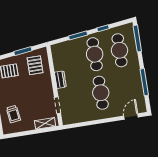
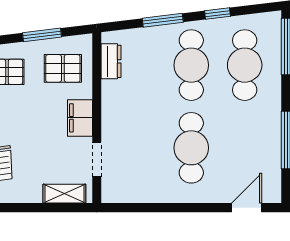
pallet: (35, 65) -> (63, 68), turned 90
dresser: (60, 80) -> (111, 61), moved
filing cabinet: (47, 87) -> (80, 118), added

